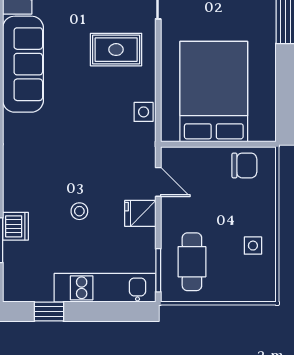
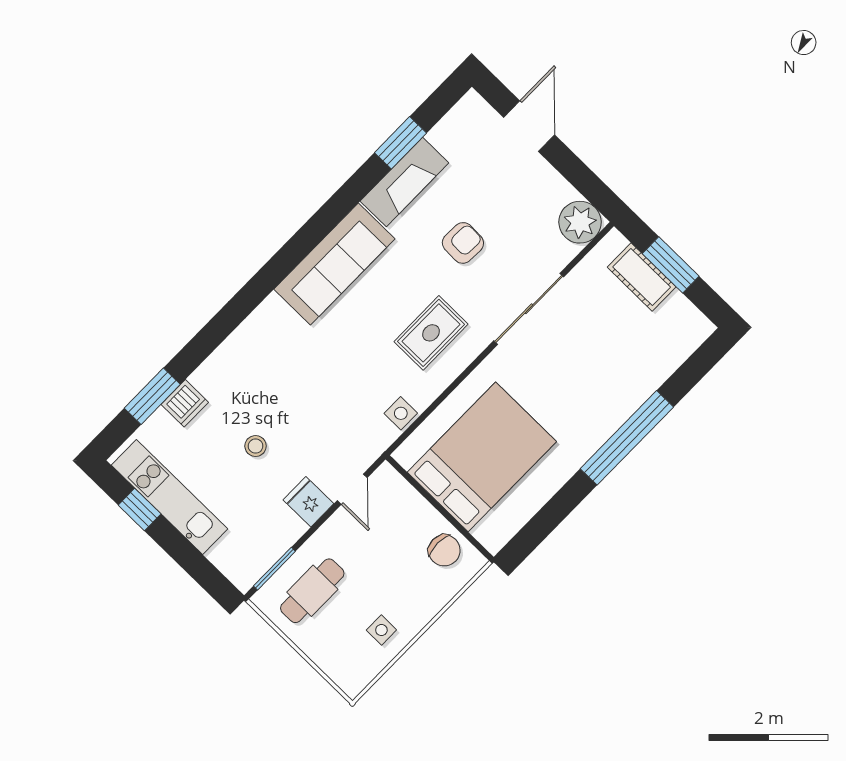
rug: (116, 50) -> (431, 333), turned 90
kitchen unit: (105, 288) -> (170, 497), moved

